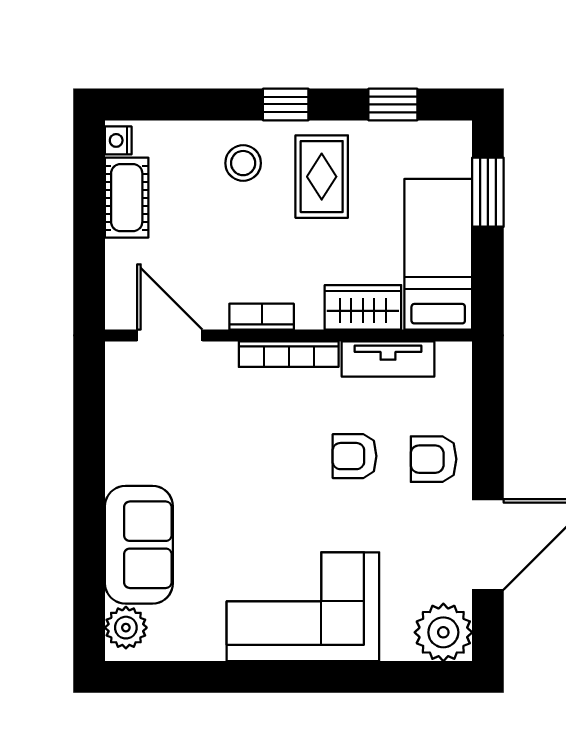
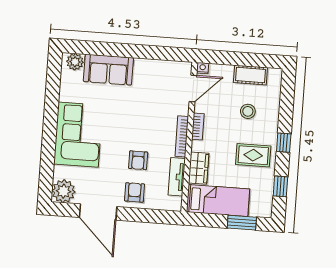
nightstand: (118, 140) -> (203, 68), moved
stool: (243, 163) -> (248, 111), moved
armchair: (355, 456) -> (138, 160), turned 180

